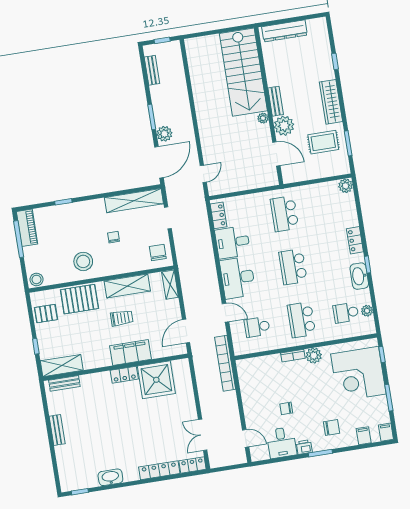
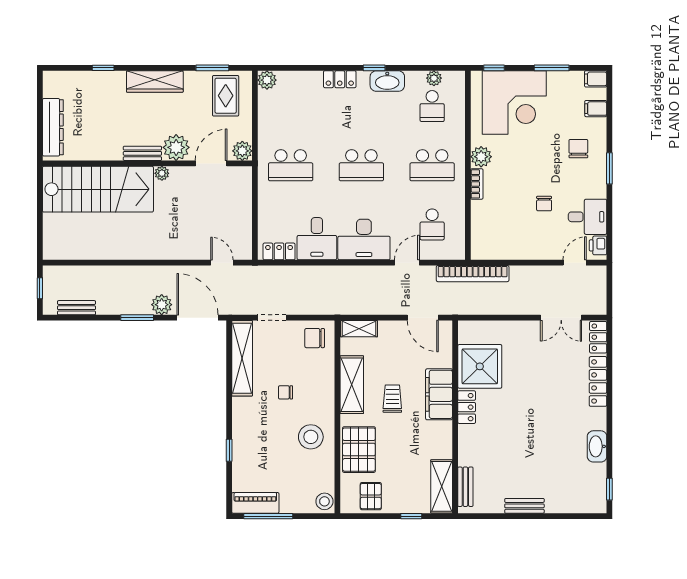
rug: (323, 142) -> (226, 96), moved
plant: (289, 176) -> (242, 151), added
printer: (304, 447) -> (598, 245), moved

